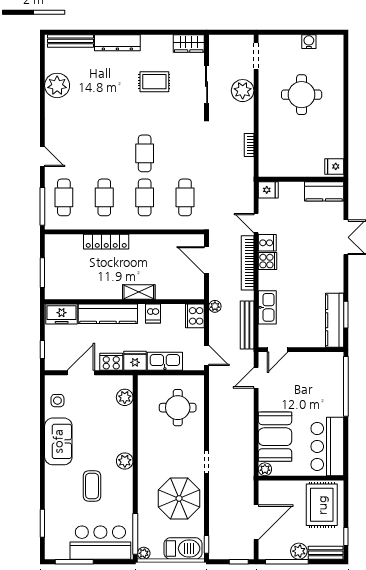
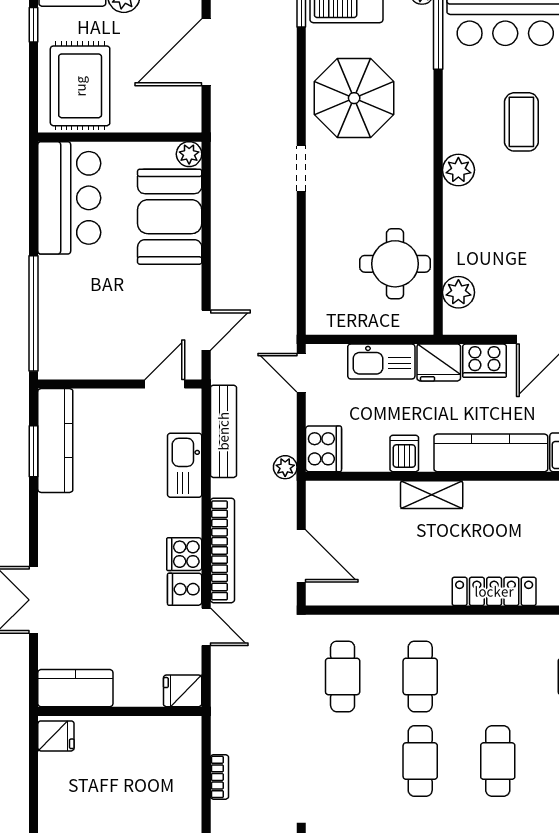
cafe table: (104, 197) -> (498, 761), moved
round table: (178, 408) -> (395, 264), moved

